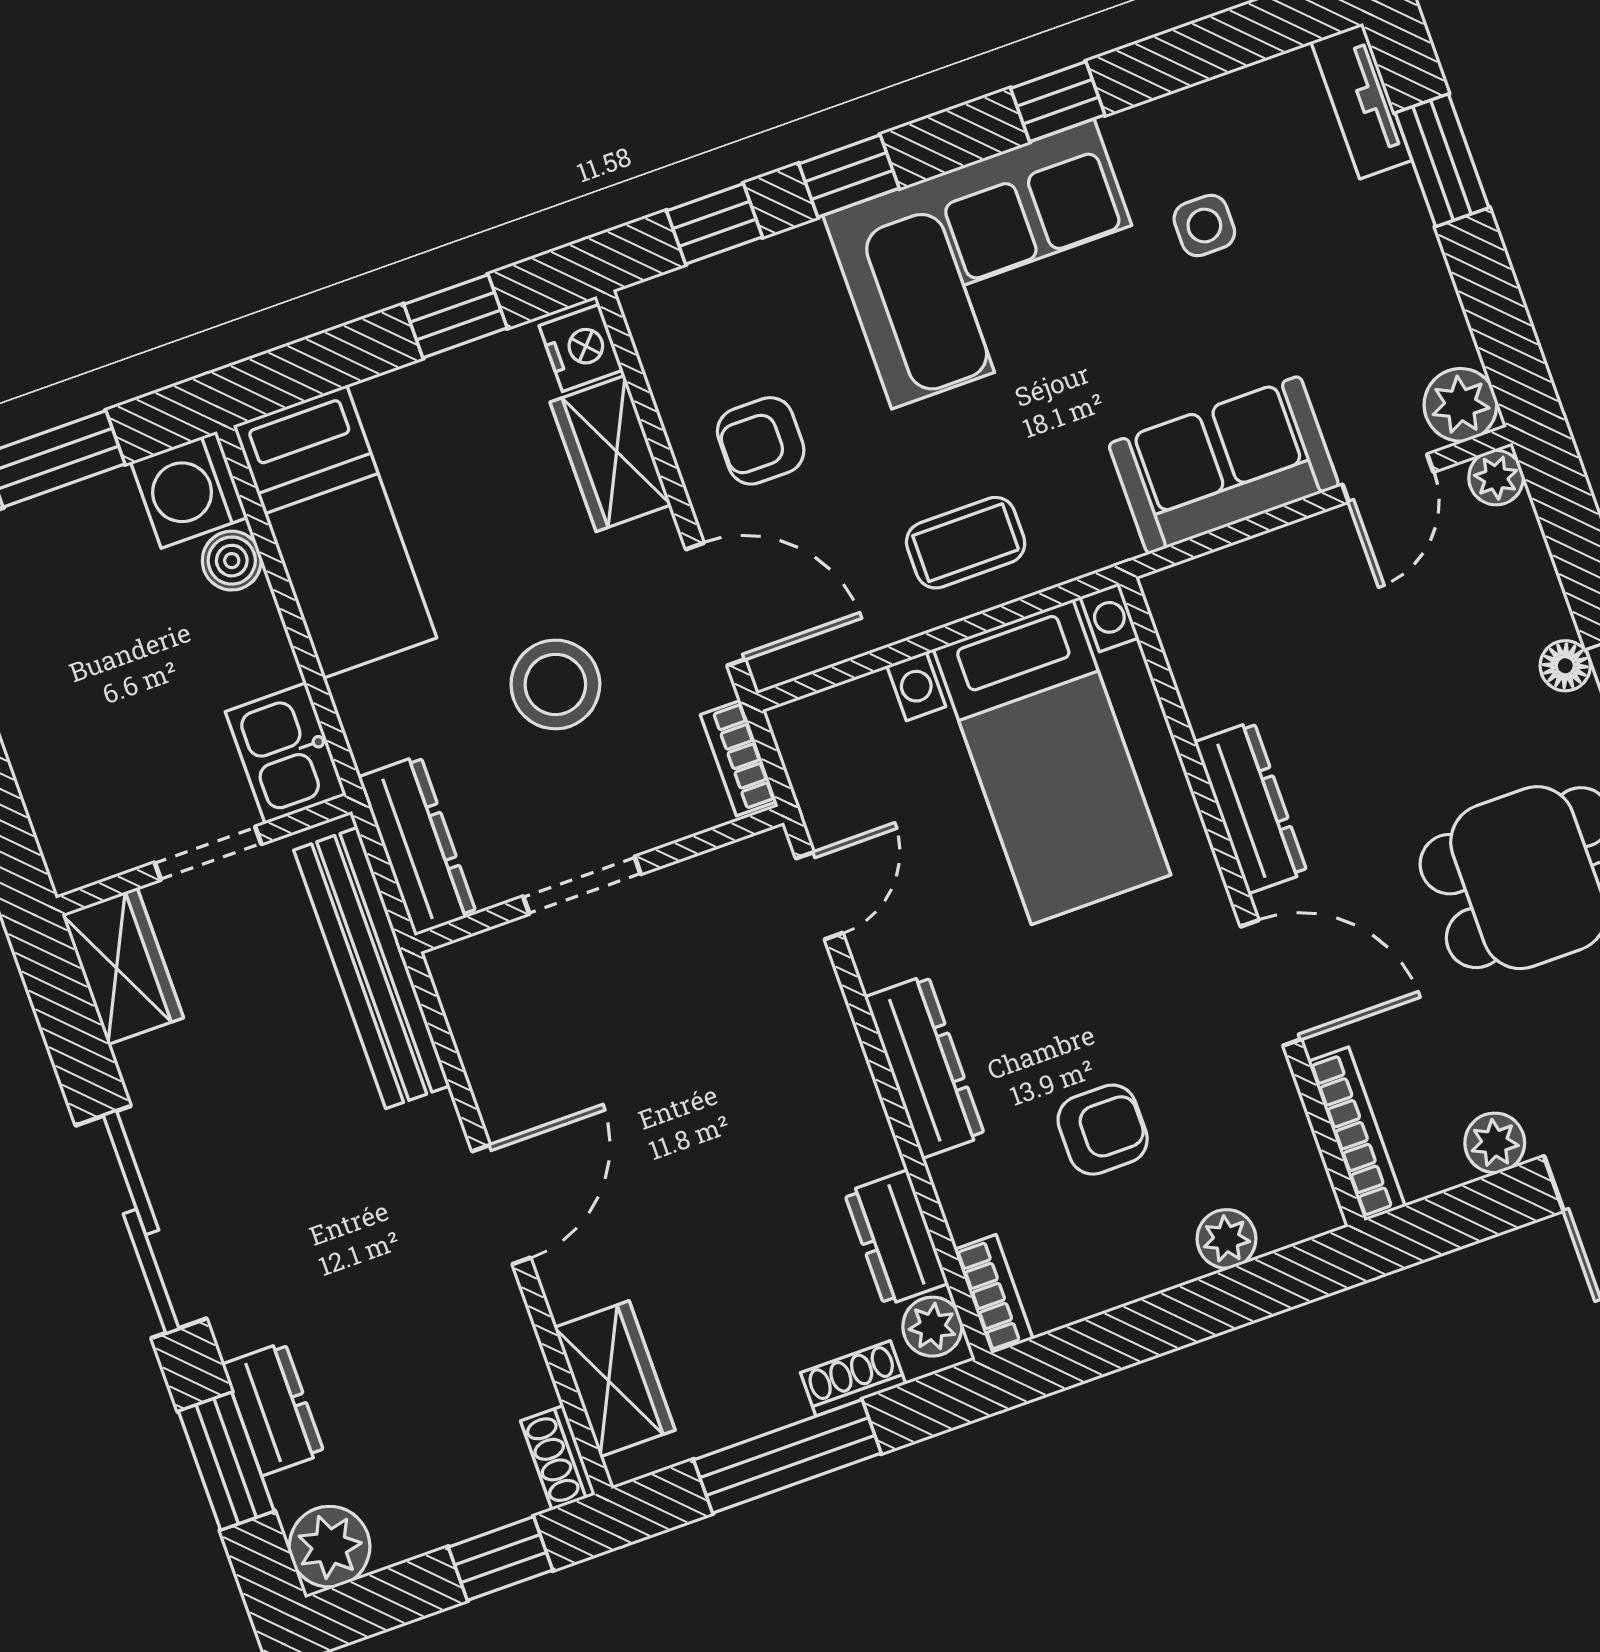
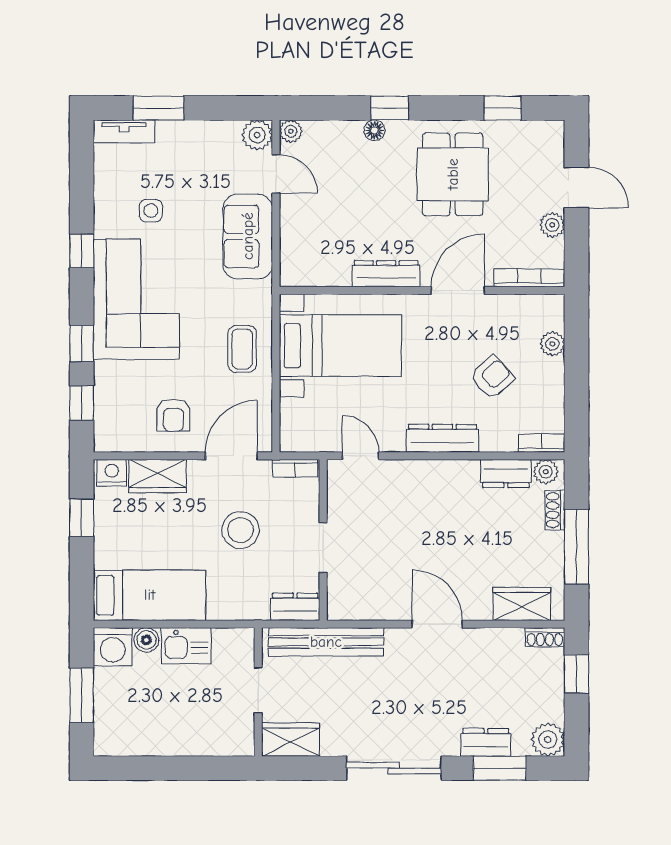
kitchen sink: (286, 753) -> (186, 646), moved
dresser: (417, 845) -> (295, 607), width x0.70
armchair: (1103, 1130) -> (492, 377), turned 48

